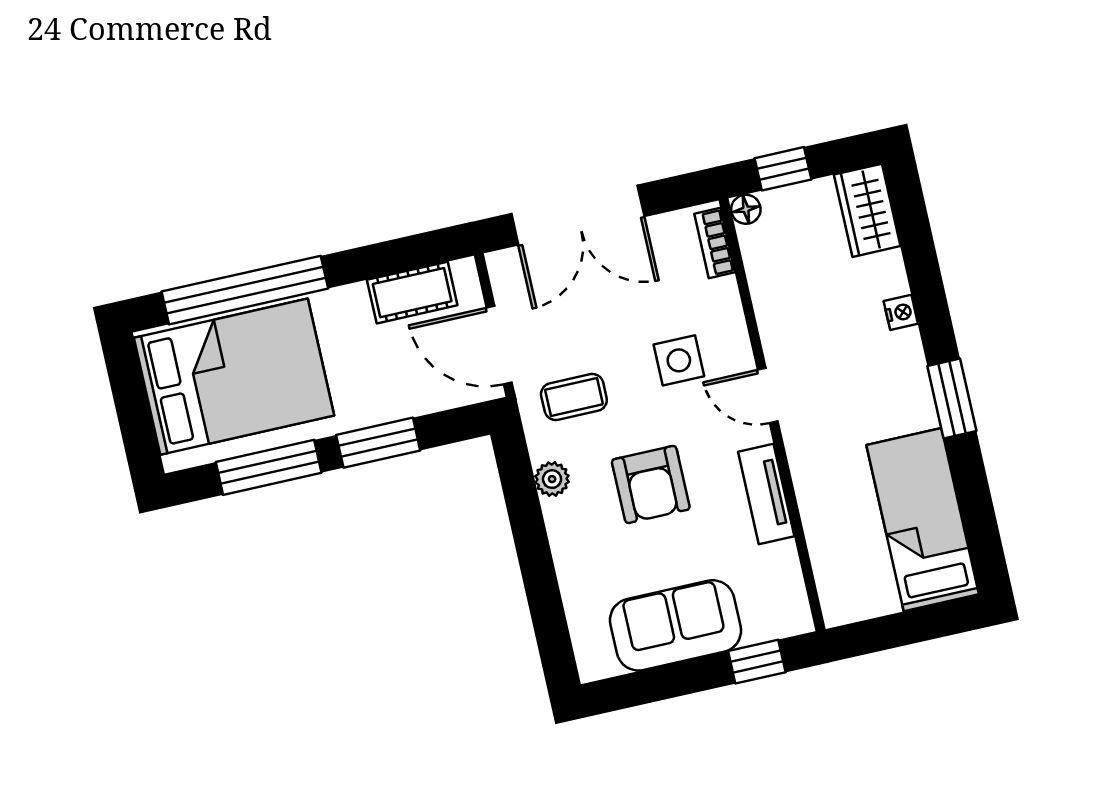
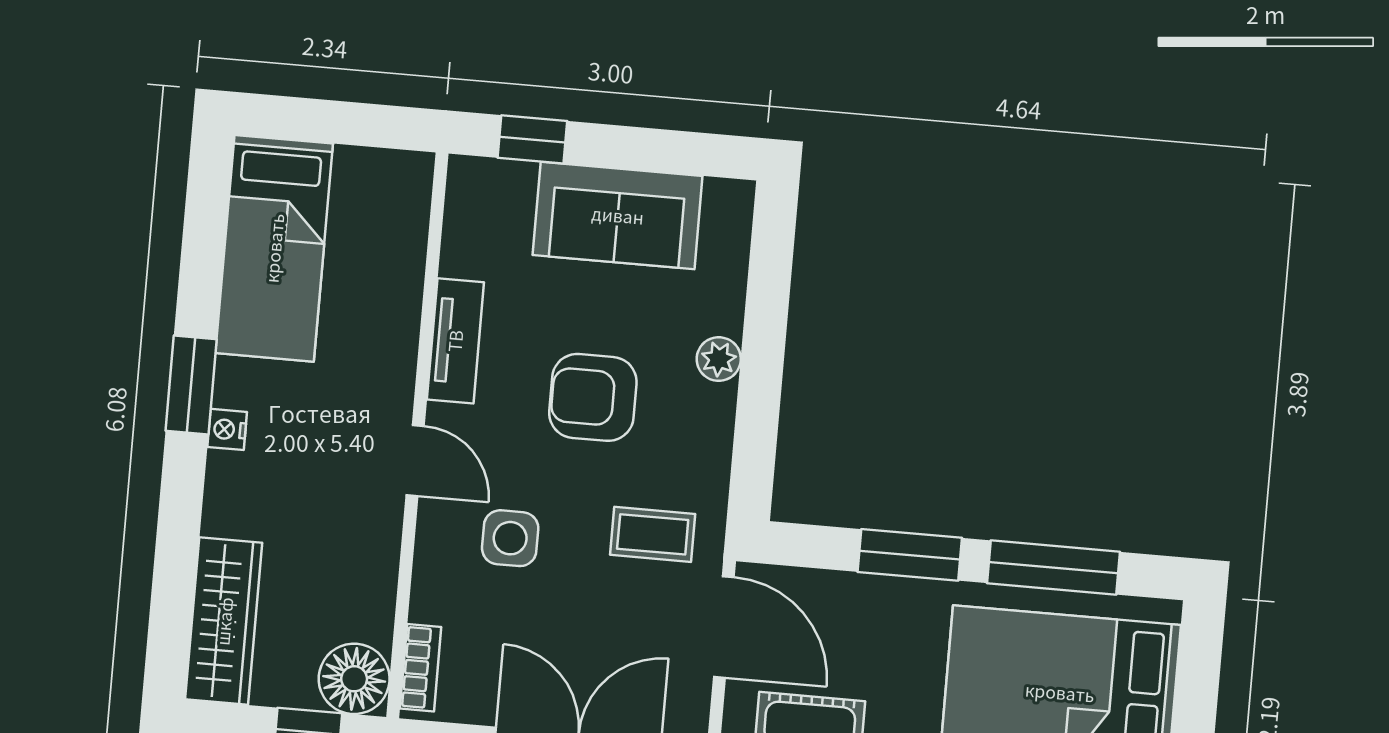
floor lamp: (746, 209) -> (354, 679), width x1.89, depth x1.89
wardrobe: (867, 210) -> (224, 621), width x1.50
nightstand: (901, 312) -> (227, 429), moved
plant: (552, 479) -> (719, 359), moved
armchair: (651, 484) -> (593, 397), turned -90

